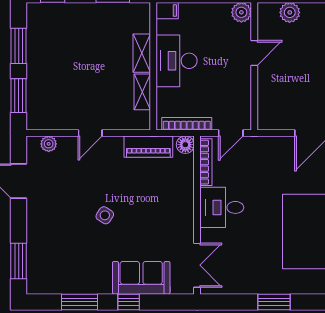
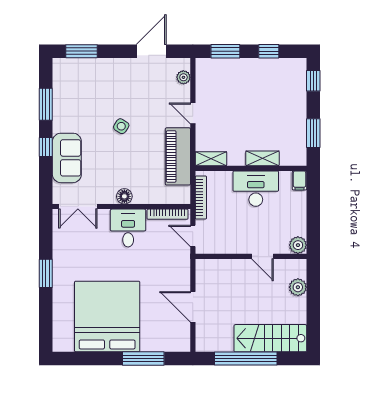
window: (19, 46) -> (269, 51), width x0.67
shelving: (142, 92) -> (211, 159), moved
floor lamp: (185, 145) -> (124, 196), moved
piano: (148, 147) -> (178, 156), width x1.37, depth x1.33

